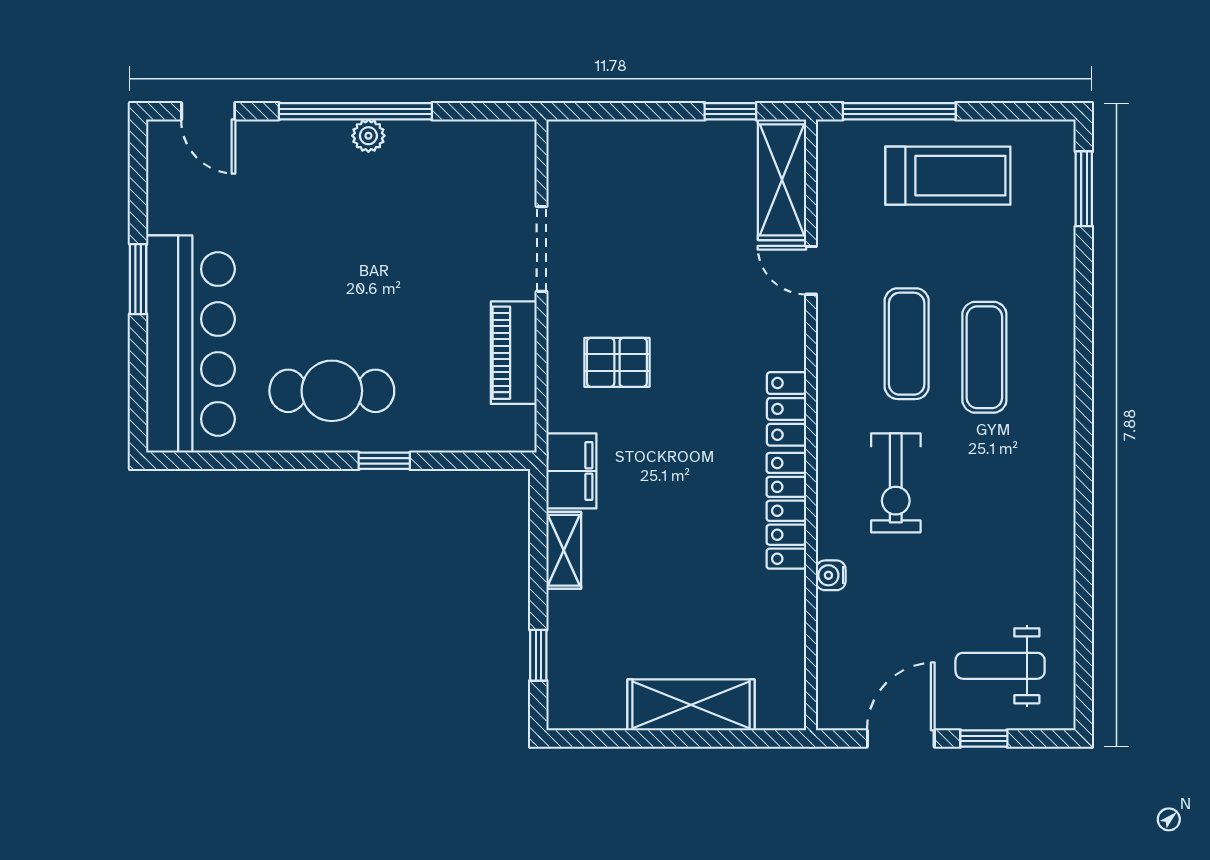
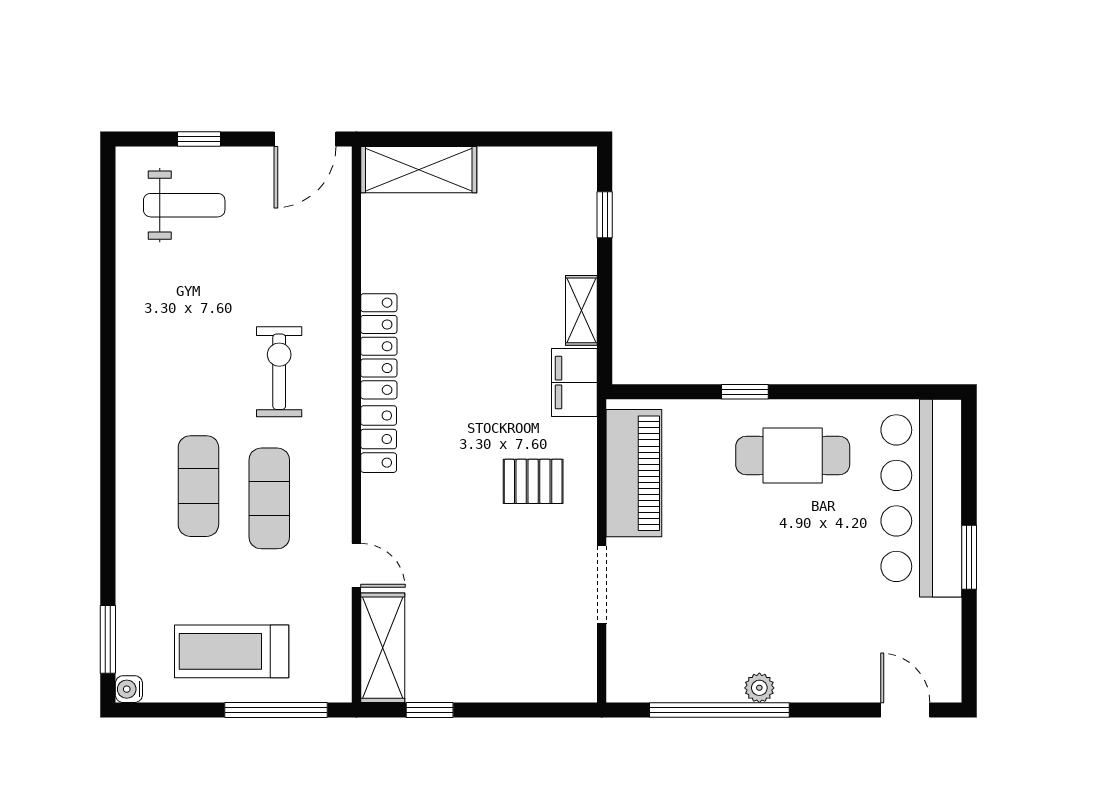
window: (355, 111) -> (719, 710), moved
piano: (514, 353) -> (634, 473), width x1.37, depth x1.33
water cooler: (831, 575) -> (129, 689), moved, turned 180
shelving: (691, 705) -> (419, 170), moved
door: (901, 738) -> (305, 139), moved

